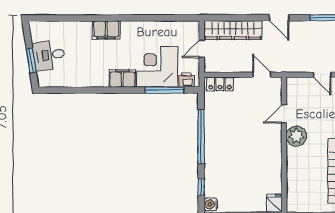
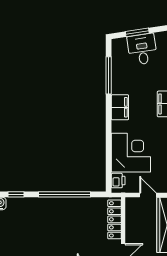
filing cabinet: (122, 78) -> (120, 107), moved
locker: (220, 84) -> (114, 219), width x1.53
window: (164, 90) -> (109, 75), moved

